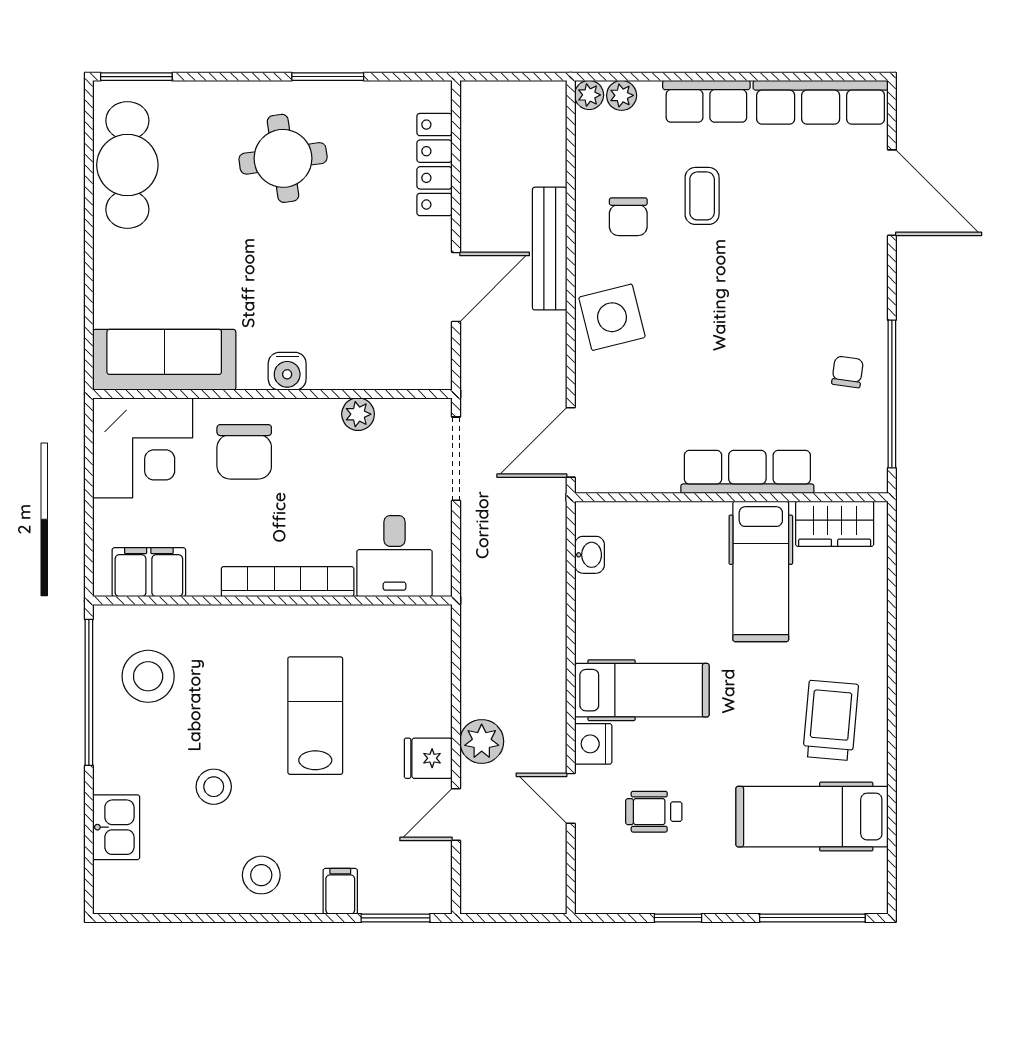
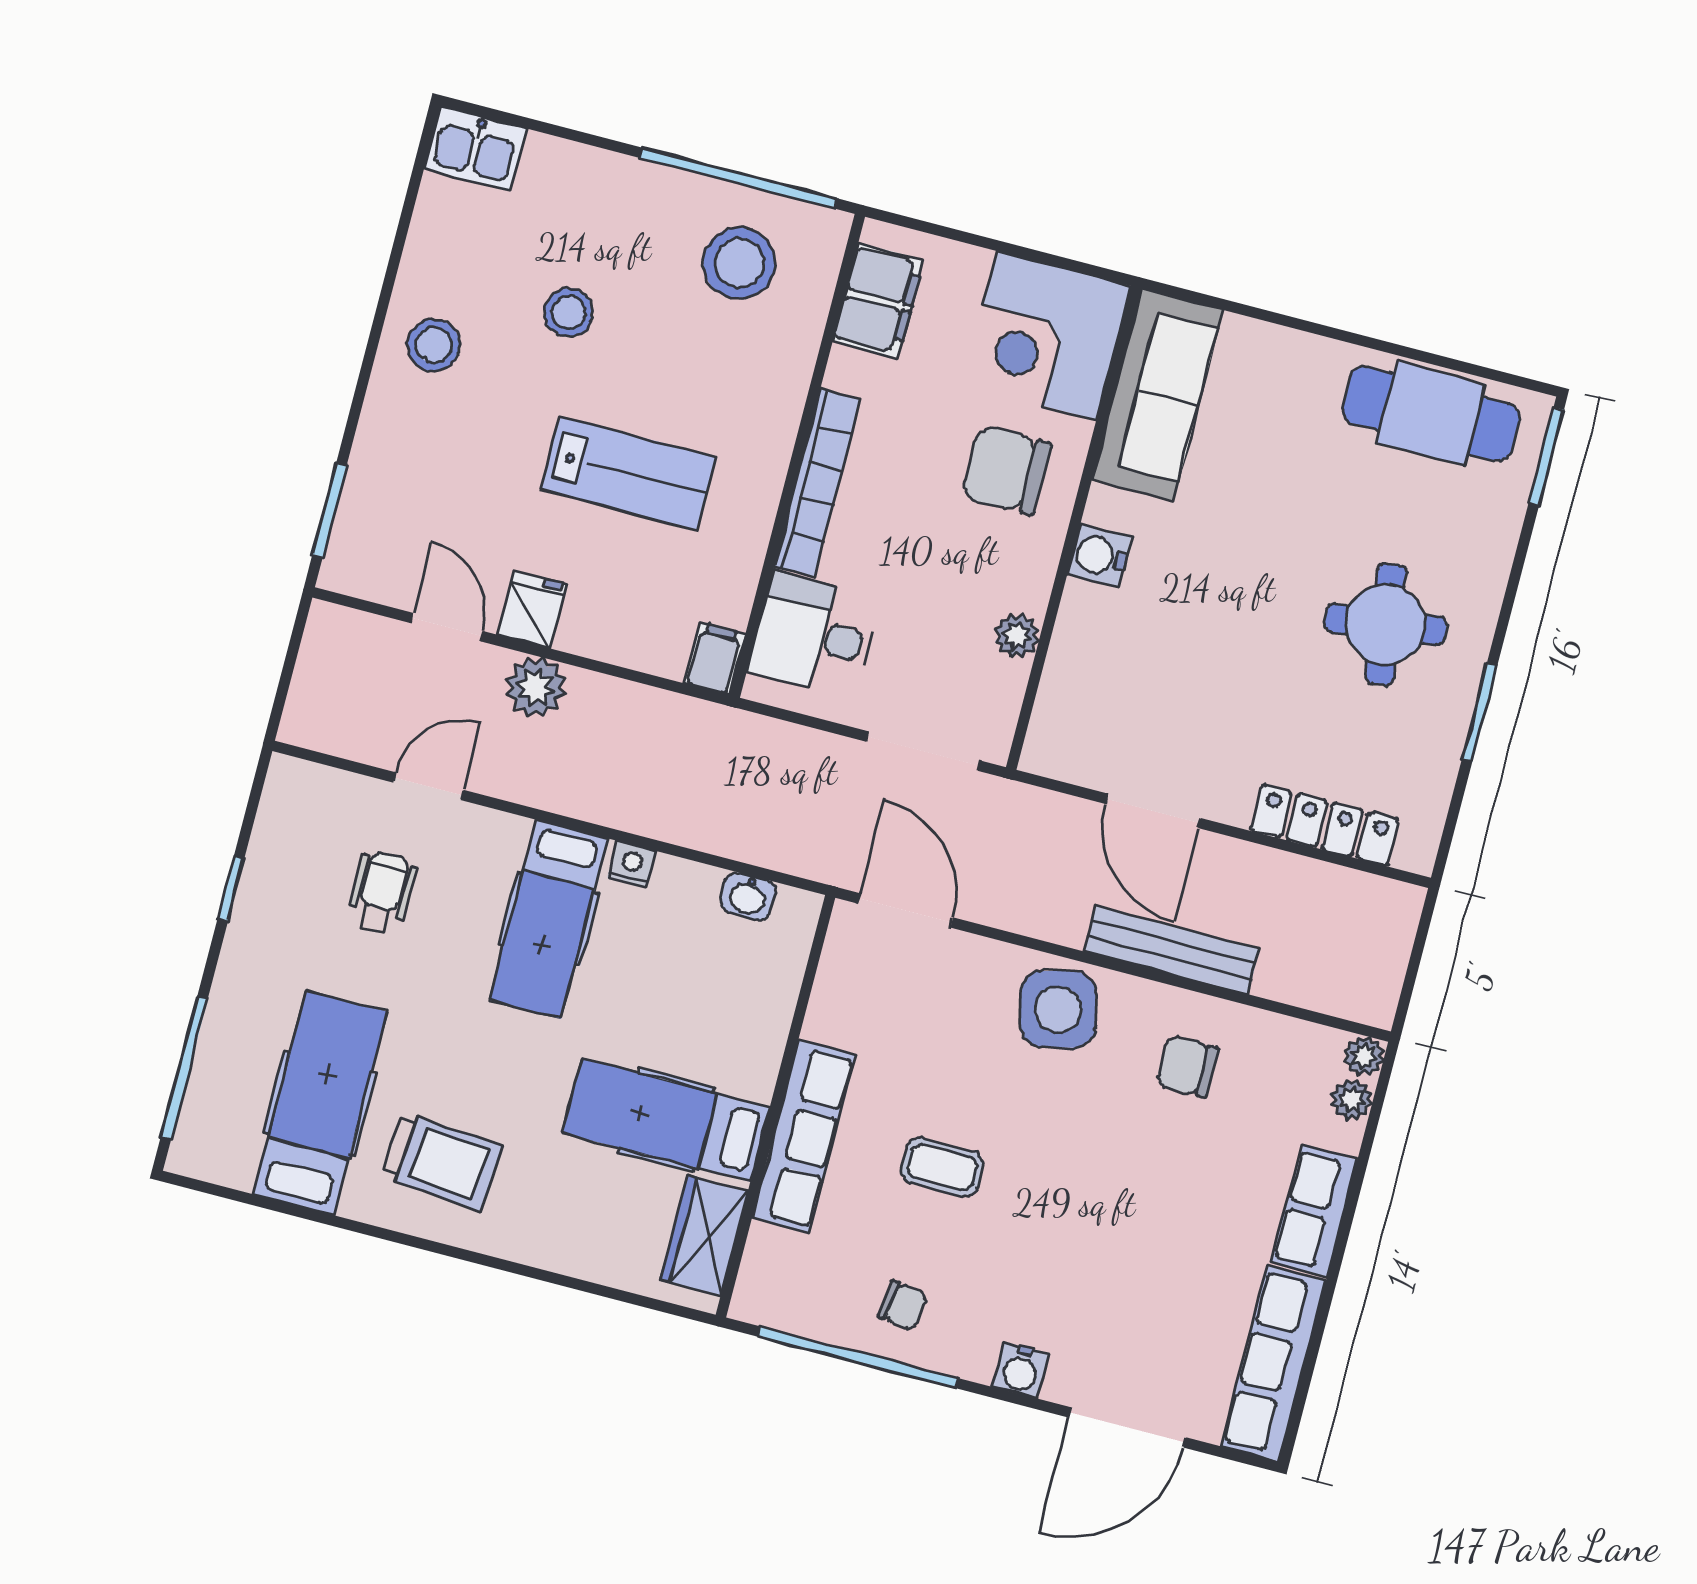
coffee table: (702, 196) -> (942, 1167), moved
water cooler: (871, 278) -> (1020, 1370), added
nightstand: (593, 744) -> (632, 864), moved, width x0.72, depth x0.74
kitchen sink: (116, 827) -> (475, 149), moved
filing cabinet: (340, 891) -> (715, 659), moved, turned -90

